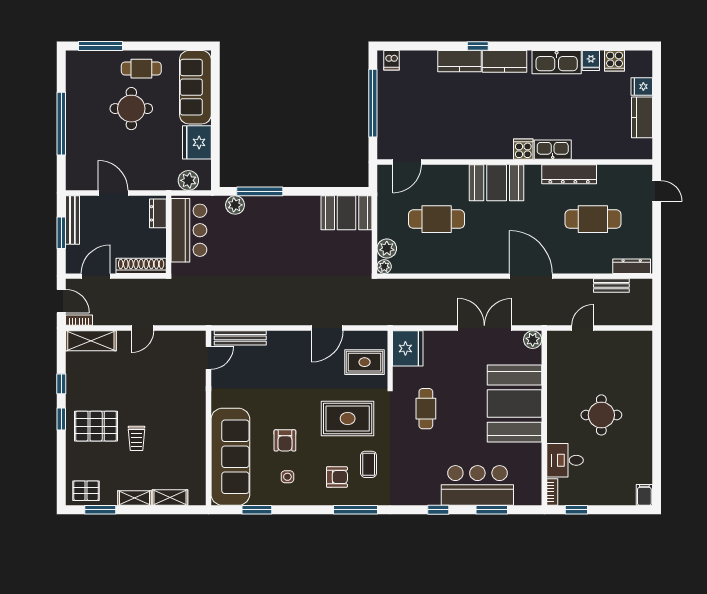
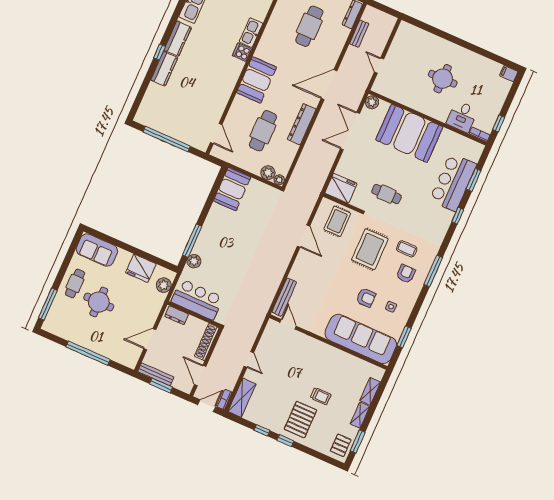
dishwasher: (391, 60) -> (144, 114), removed
sofa: (195, 87) -> (97, 250), width x0.73
dresser: (569, 174) -> (302, 124), moved, turned 180

